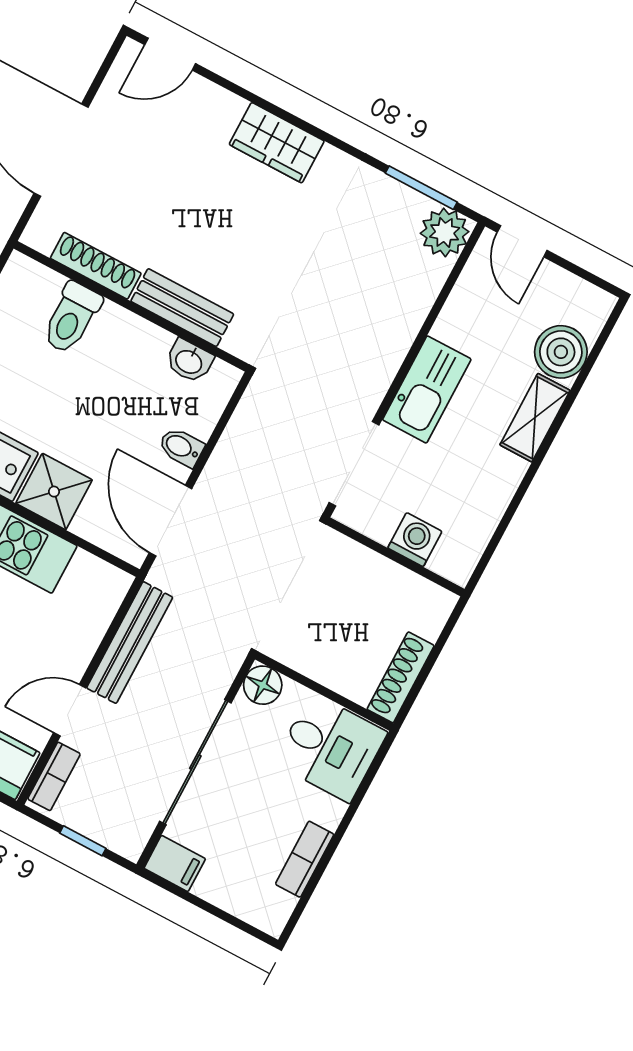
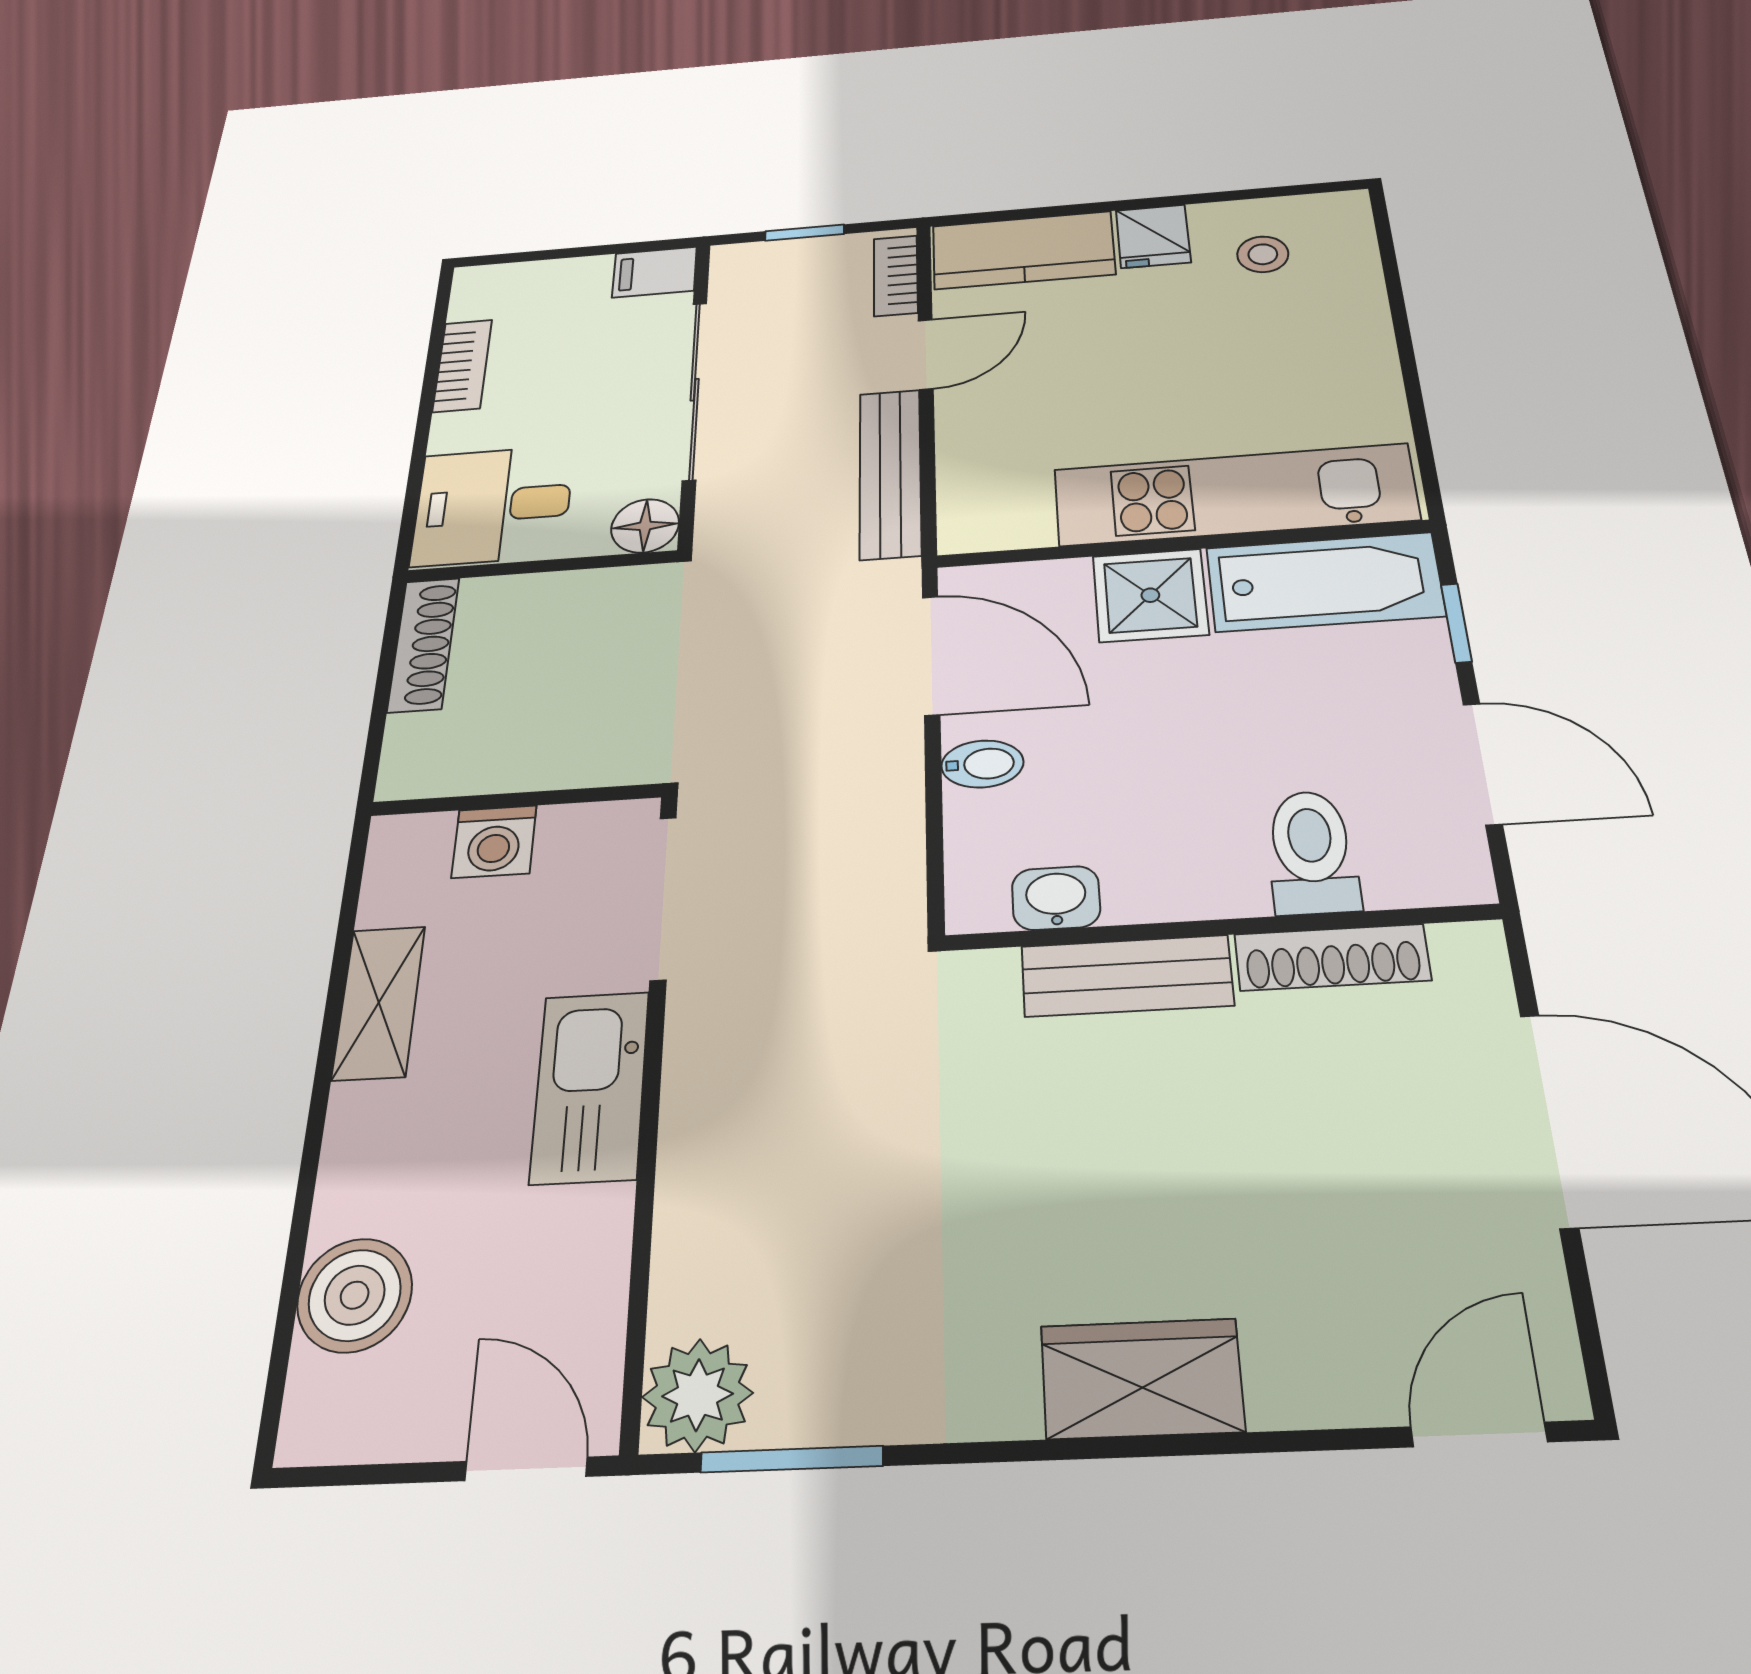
shelving: (535, 418) -> (379, 1003), moved

